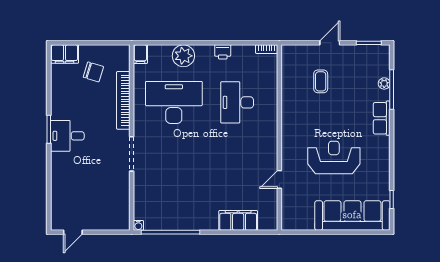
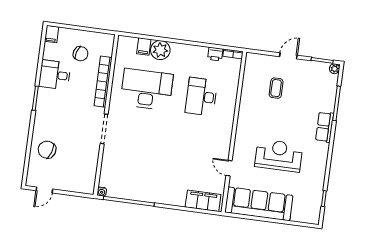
printer: (223, 52) -> (215, 54), moved
filing cabinet: (64, 54) -> (52, 34), width x0.50
filing cabinet: (140, 54) -> (144, 46), moved
plant: (384, 83) -> (335, 69), moved
desk: (67, 136) -> (55, 75), moved
door: (279, 179) -> (229, 168), hinge flipped
chair: (70, 186) -> (47, 150), added
sofa: (352, 215) -> (259, 204), moved
filing cabinet: (238, 220) -> (203, 201), moved

